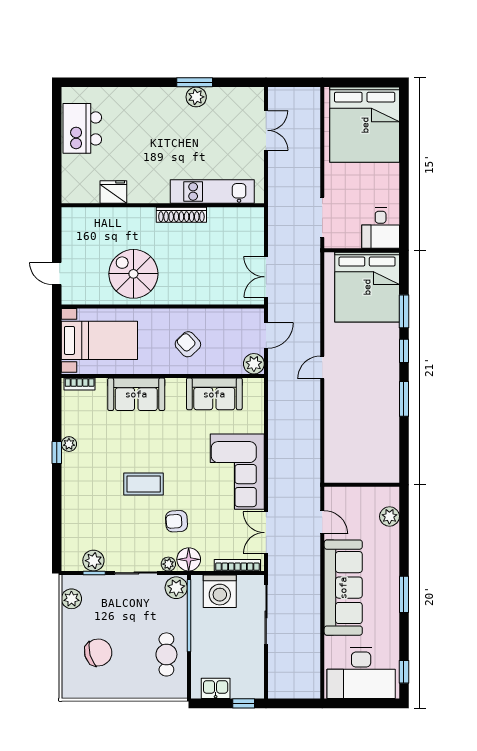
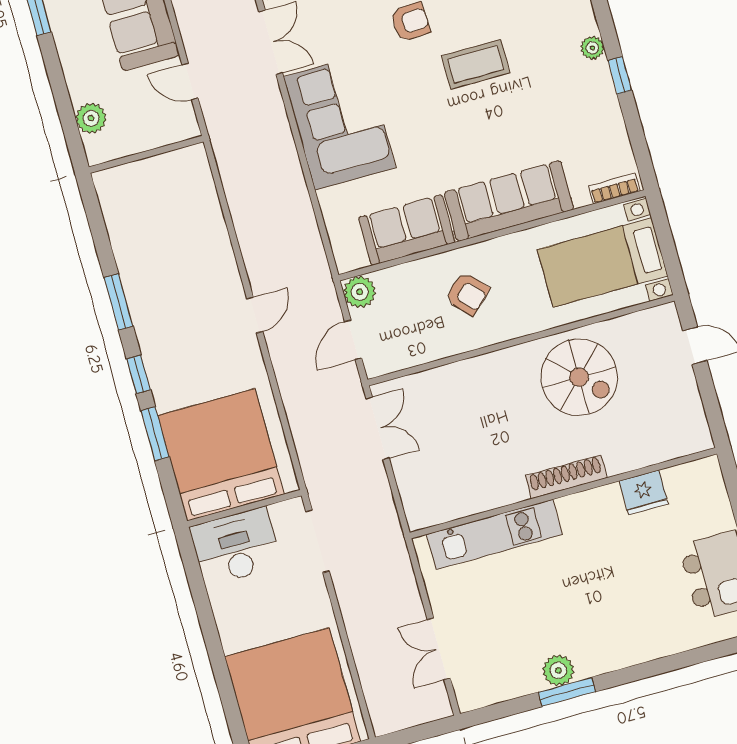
shoe rack: (181, 215) -> (566, 477), moved
desk: (381, 228) -> (236, 547), width x1.37
sofa: (136, 394) -> (509, 201), width x1.36
plant: (69, 444) -> (592, 48), moved

